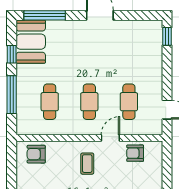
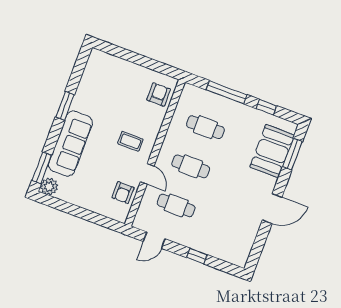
window: (45, 15) -> (293, 154), width x0.69
window: (167, 36) -> (197, 256), moved
booth: (31, 42) -> (272, 151), moved, turned 90
armchair: (135, 153) -> (123, 193), turned 180

